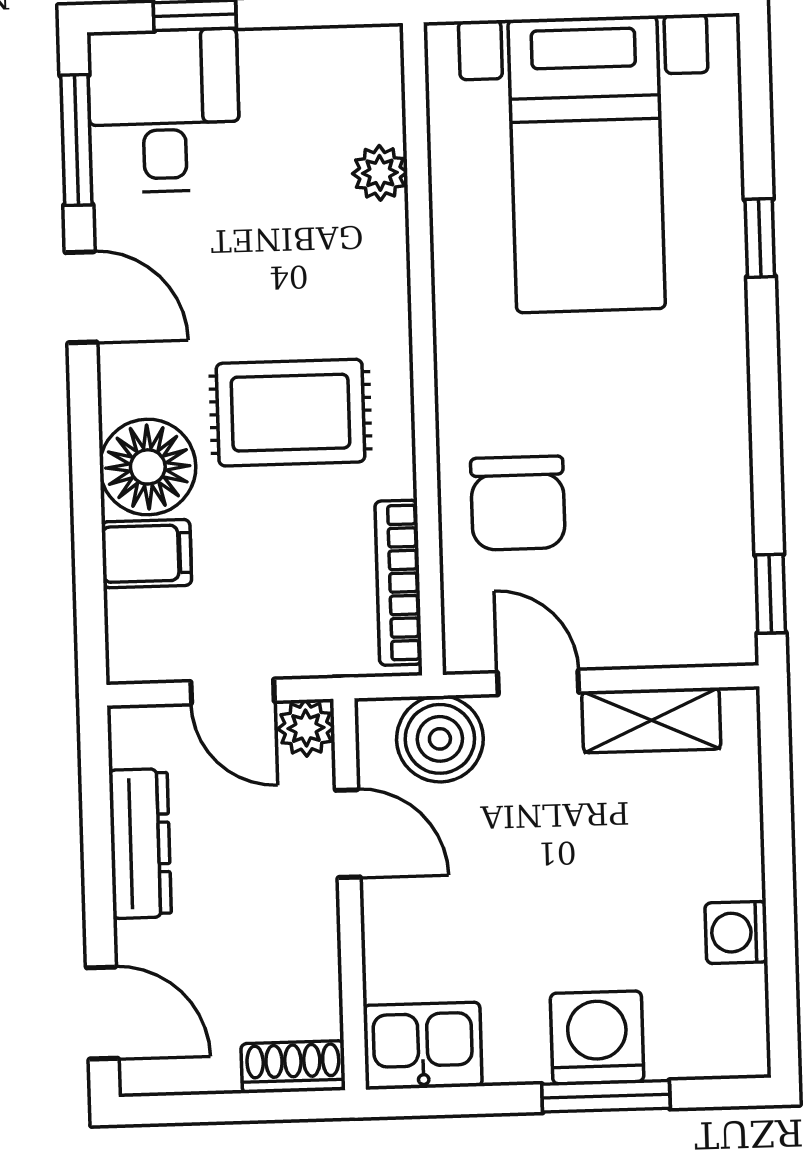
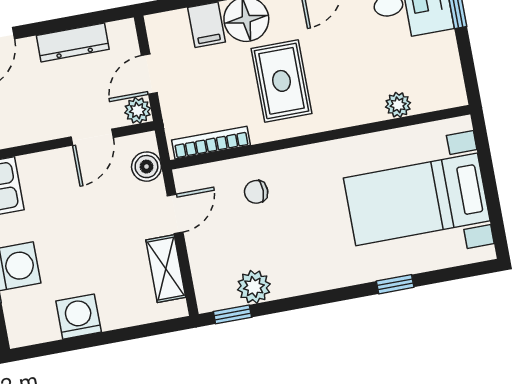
chair: (518, 503) -> (256, 192), width x0.54, depth x0.54
plant: (719, 539) -> (254, 287), added
boiler: (440, 739) -> (146, 167), width x0.73, depth x0.73
washing machine: (736, 932) -> (79, 317), width x1.38, depth x1.38

